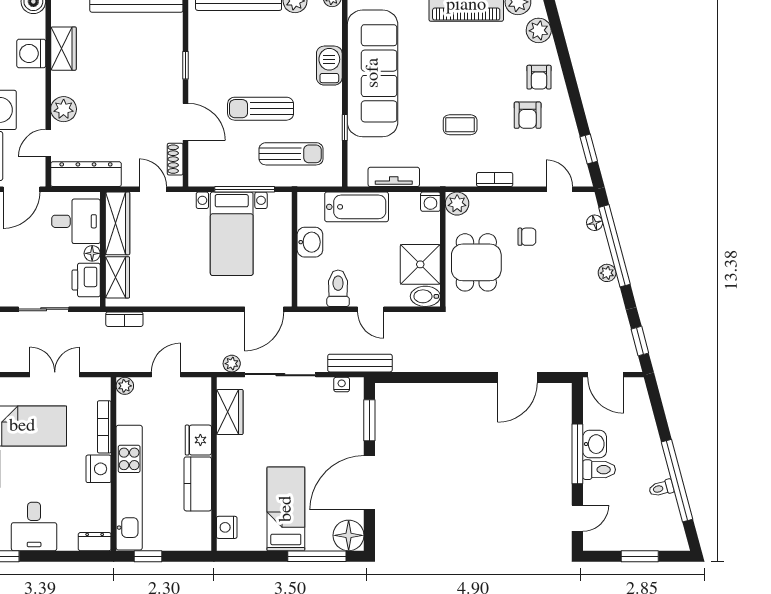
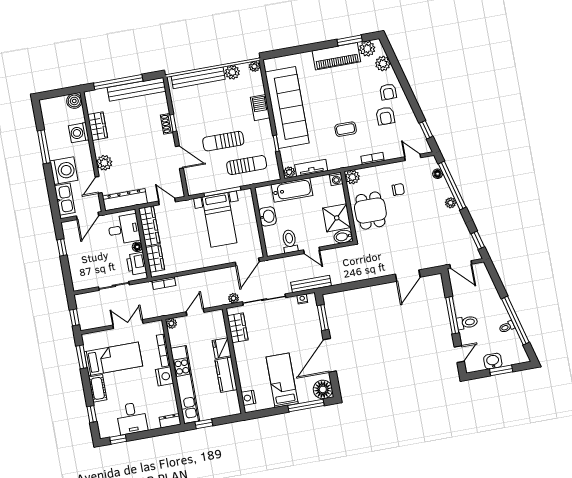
shoe rack: (175, 159) -> (167, 124), moved
plant: (357, 177) -> (289, 172), added
washbasin: (595, 444) -> (493, 361), moved, turned -90

